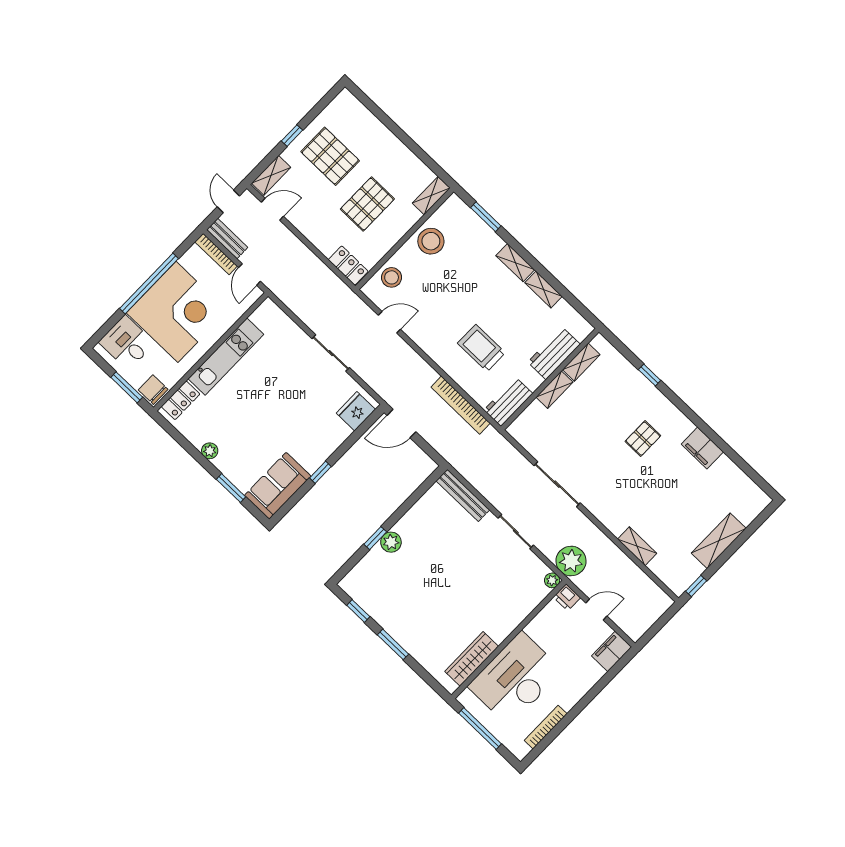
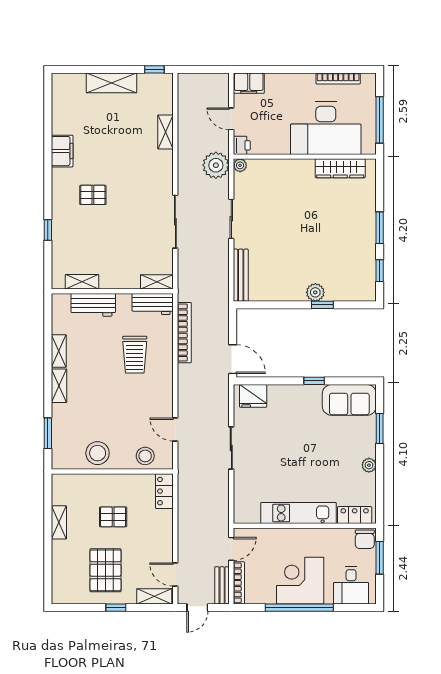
shelving: (431, 196) -> (59, 522), moved, turned 90
pallet: (367, 204) -> (113, 517), width x0.67, depth x0.71
corner desk: (177, 312) -> (300, 581), width x0.74, depth x0.74
shelving: (555, 390) -> (157, 282), moved

